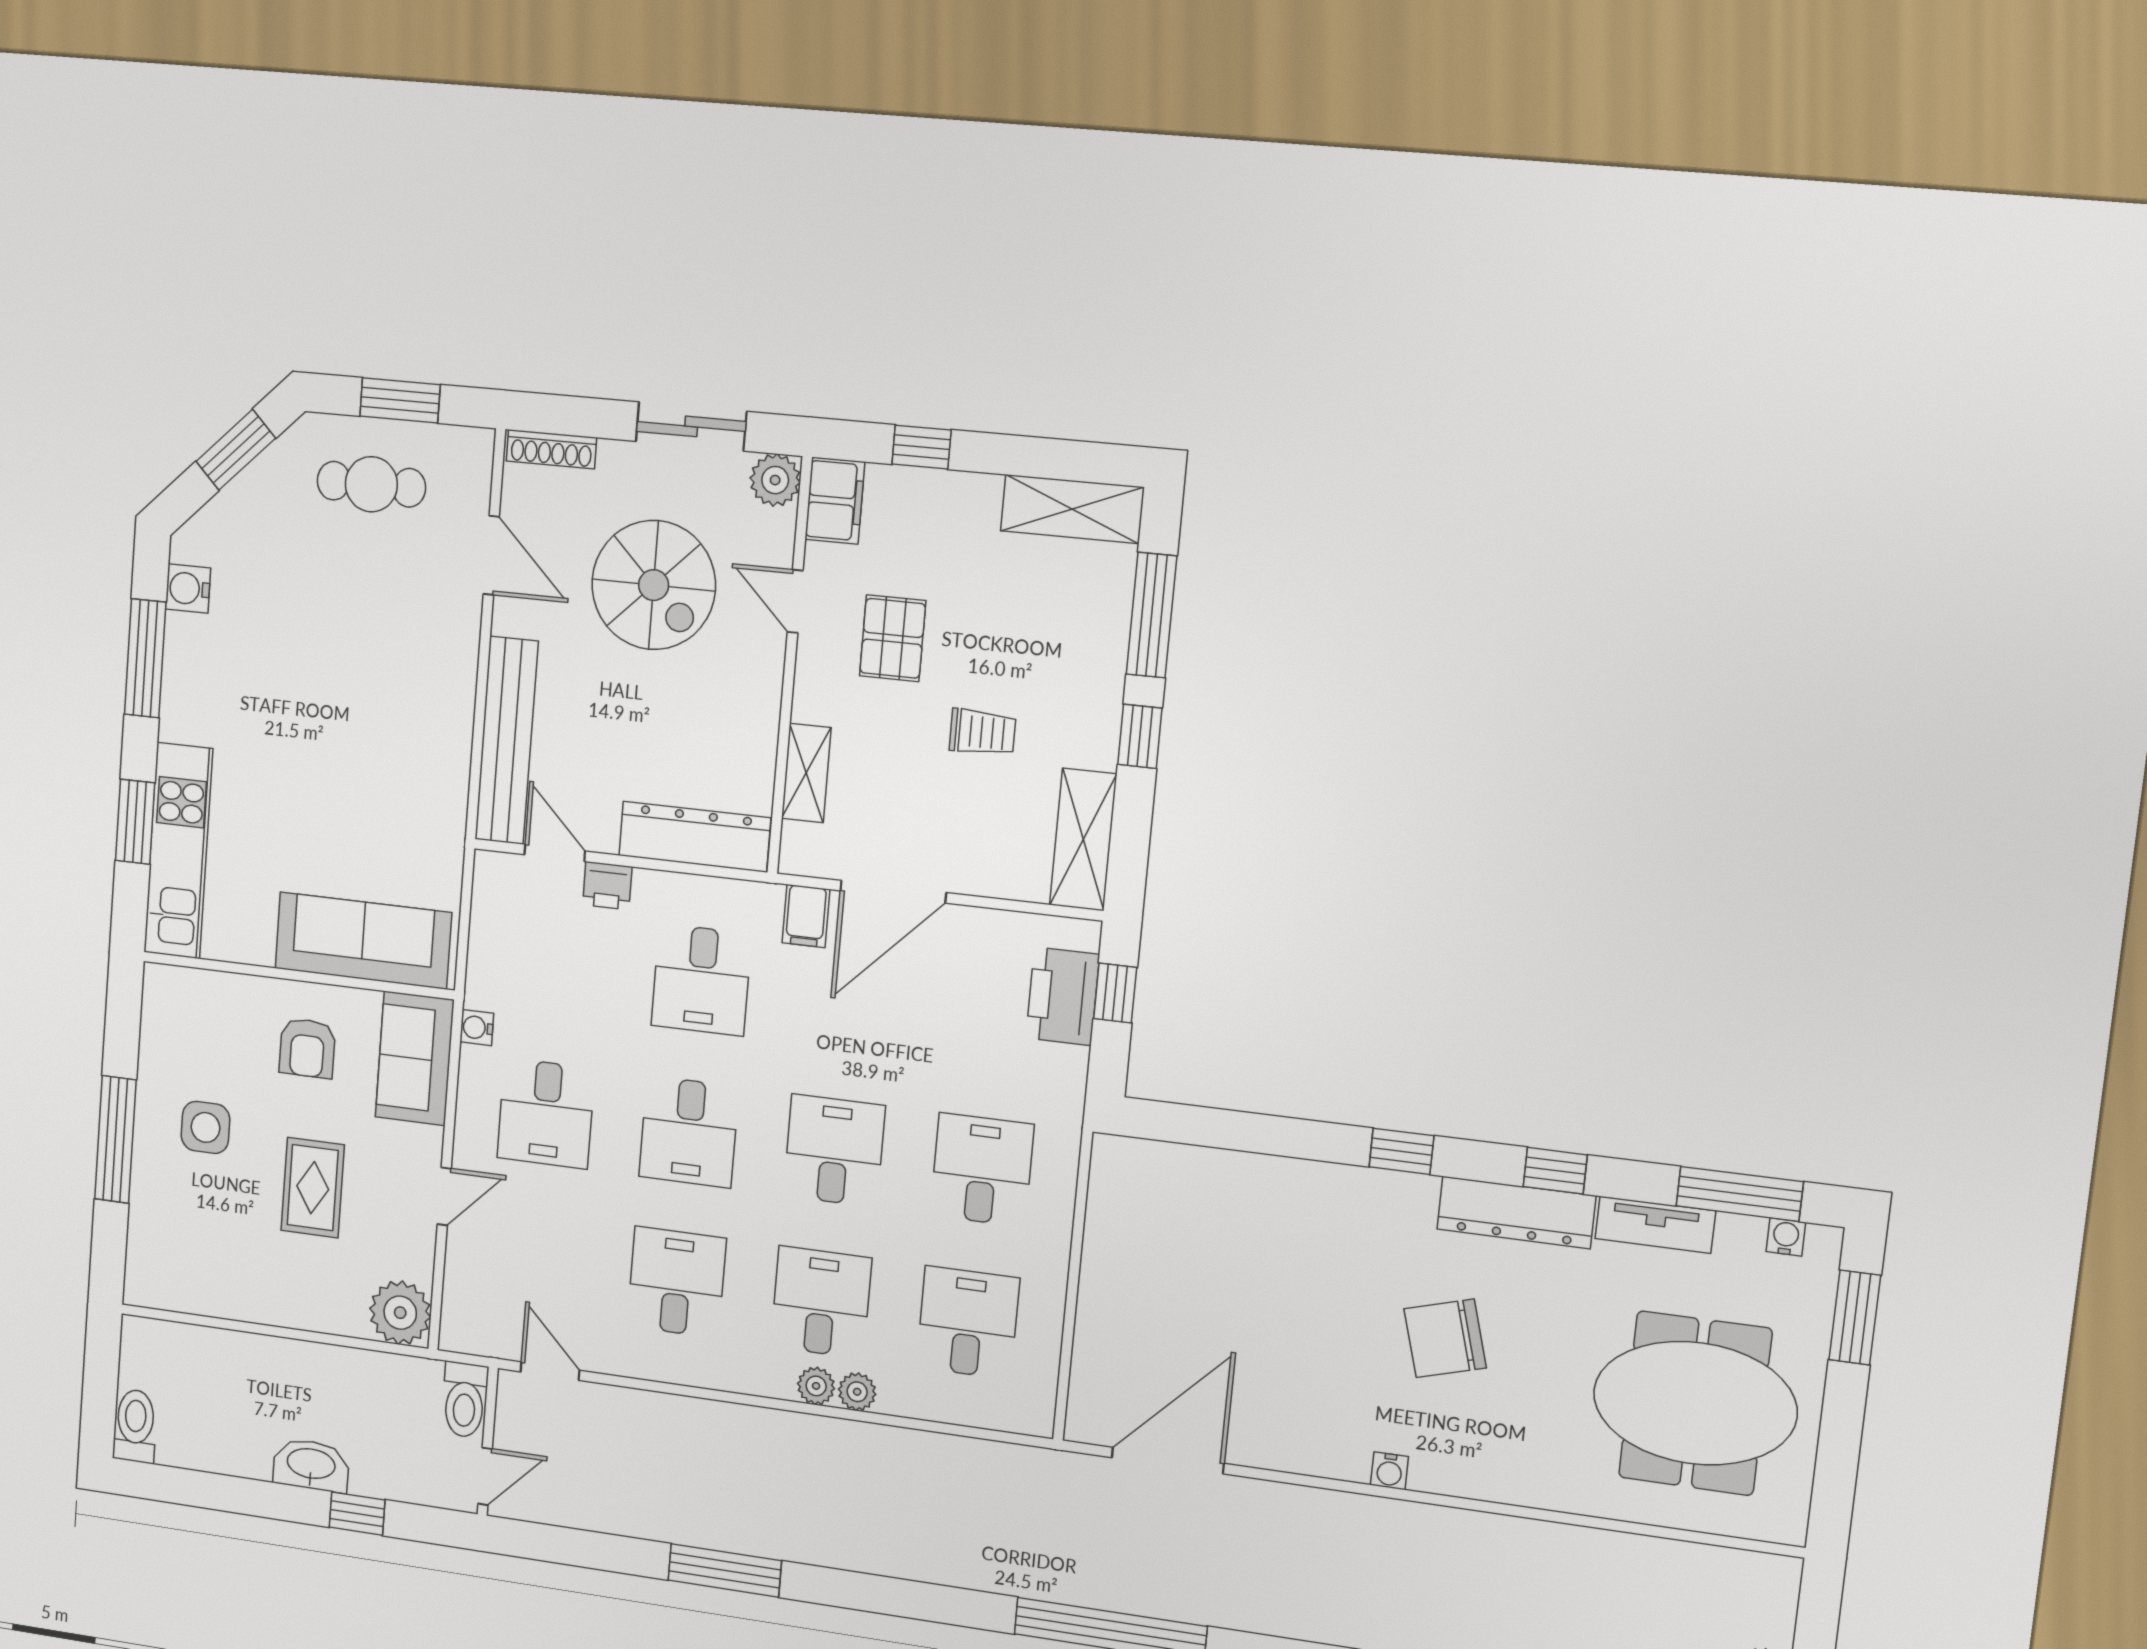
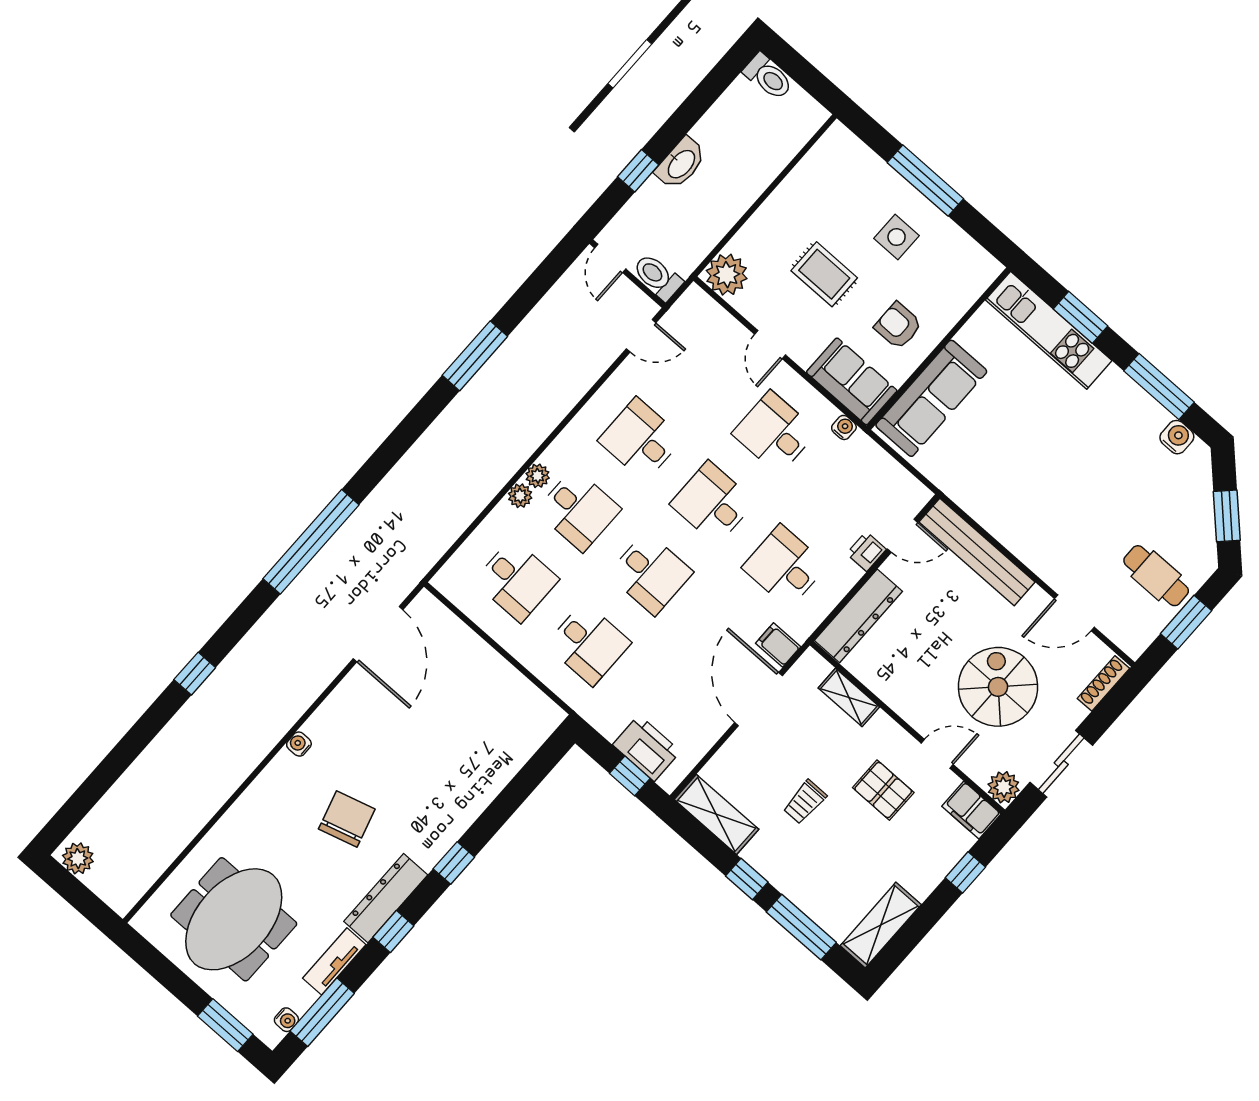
cafe table: (371, 484) -> (1156, 576), turned 90
spiral stairs: (654, 585) -> (998, 687), turned 90
desk: (677, 1282) -> (641, 439), turned 180

